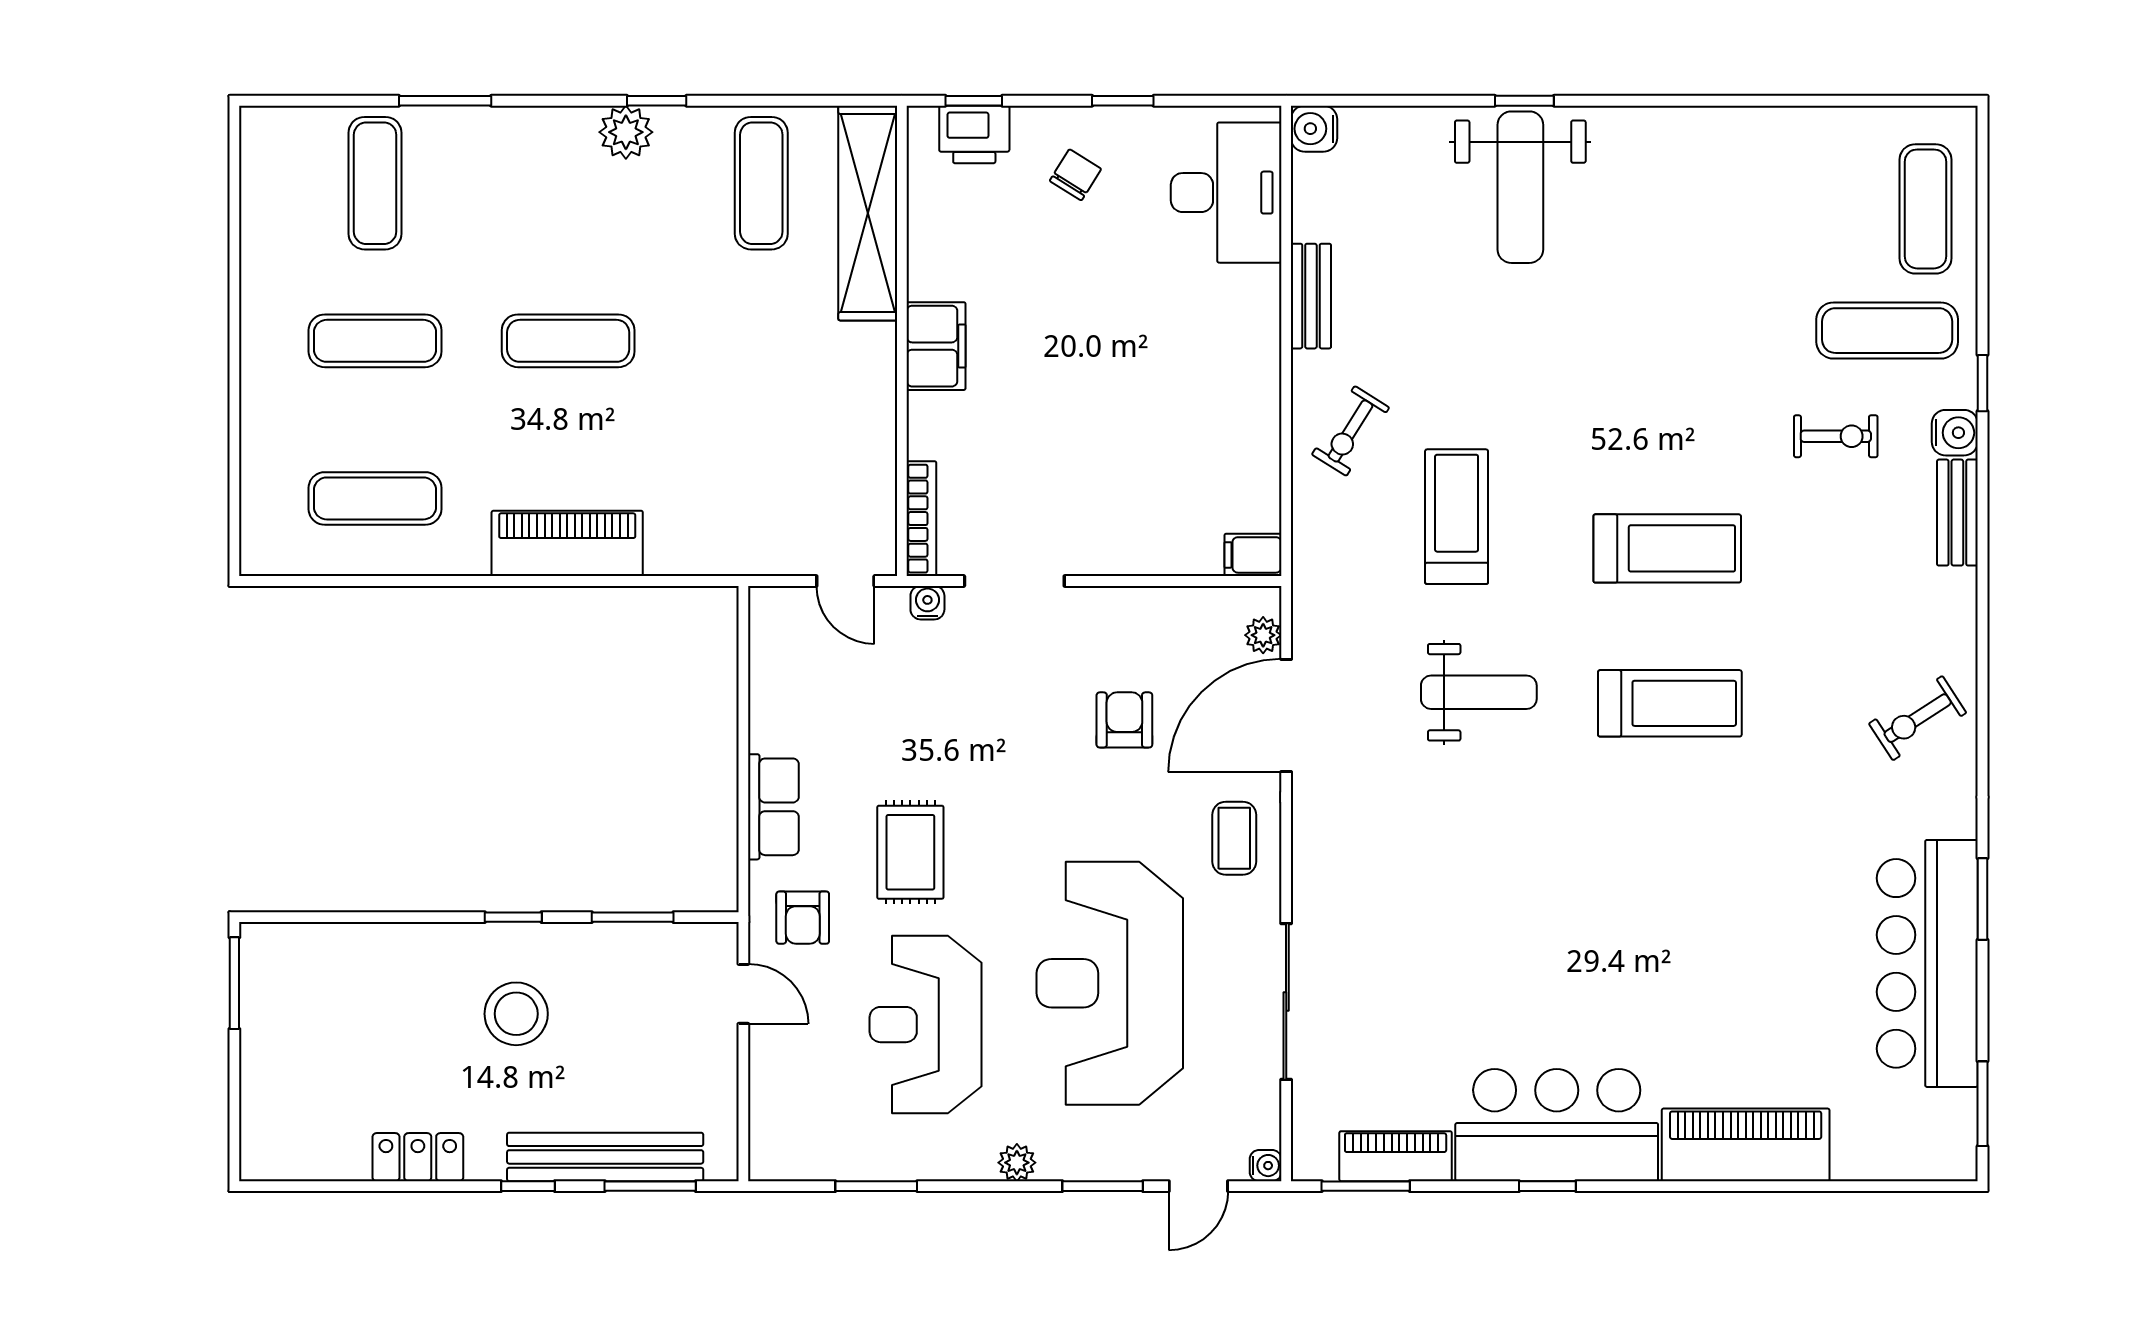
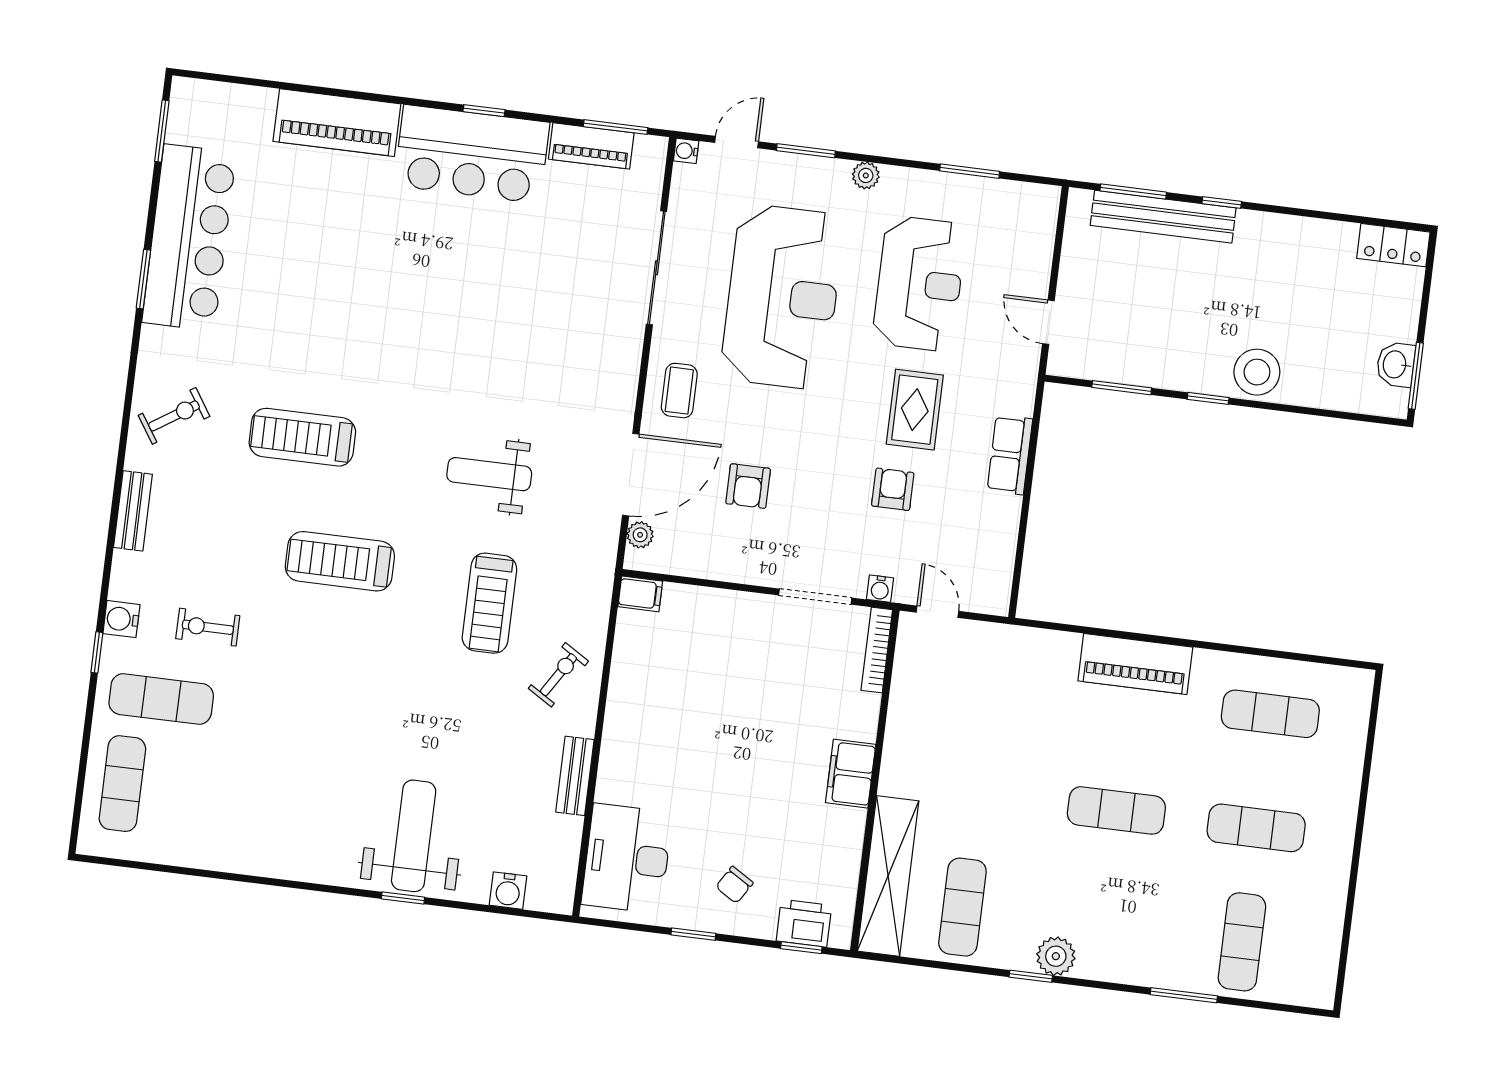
water cooler: (1314, 129) -> (508, 891), moved, turned 90
bench: (1957, 513) -> (133, 511), moved
treadmill: (1670, 703) -> (302, 437), moved
armchair: (803, 918) -> (893, 489), moved
washbasin: (264, 995) -> (1396, 365), added
stool: (516, 1014) -> (1257, 372), moved
locker: (418, 1157) -> (1393, 245), moved

